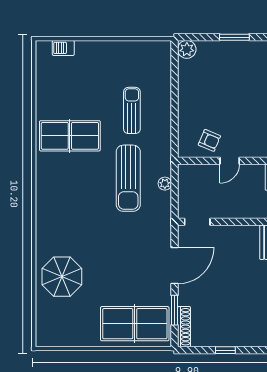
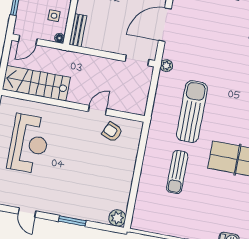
plant: (165, 184) -> (166, 66), moved

